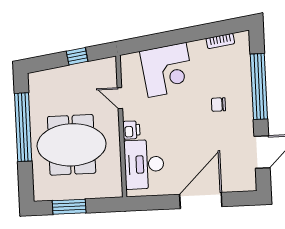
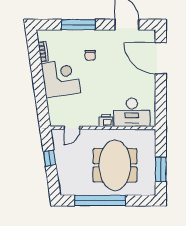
corner desk: (167, 70) -> (61, 78), moved
window: (259, 86) -> (78, 25), width x0.68
door: (120, 98) -> (72, 128), moved
door: (201, 201) -> (161, 58), moved

